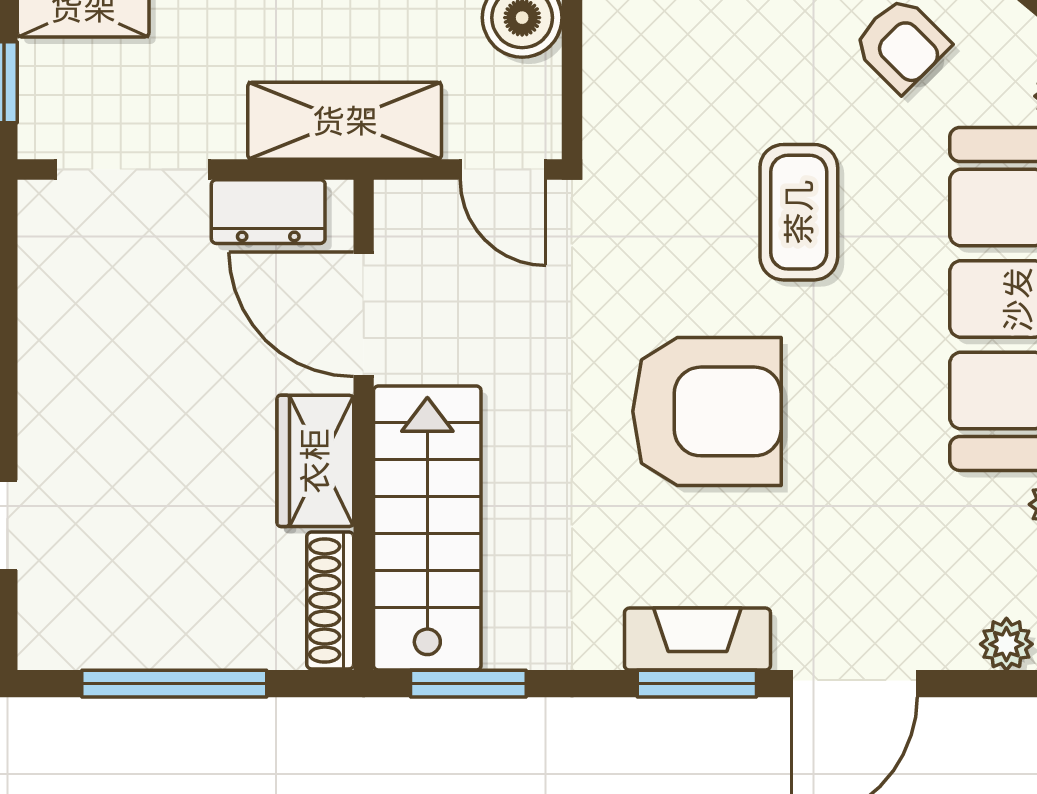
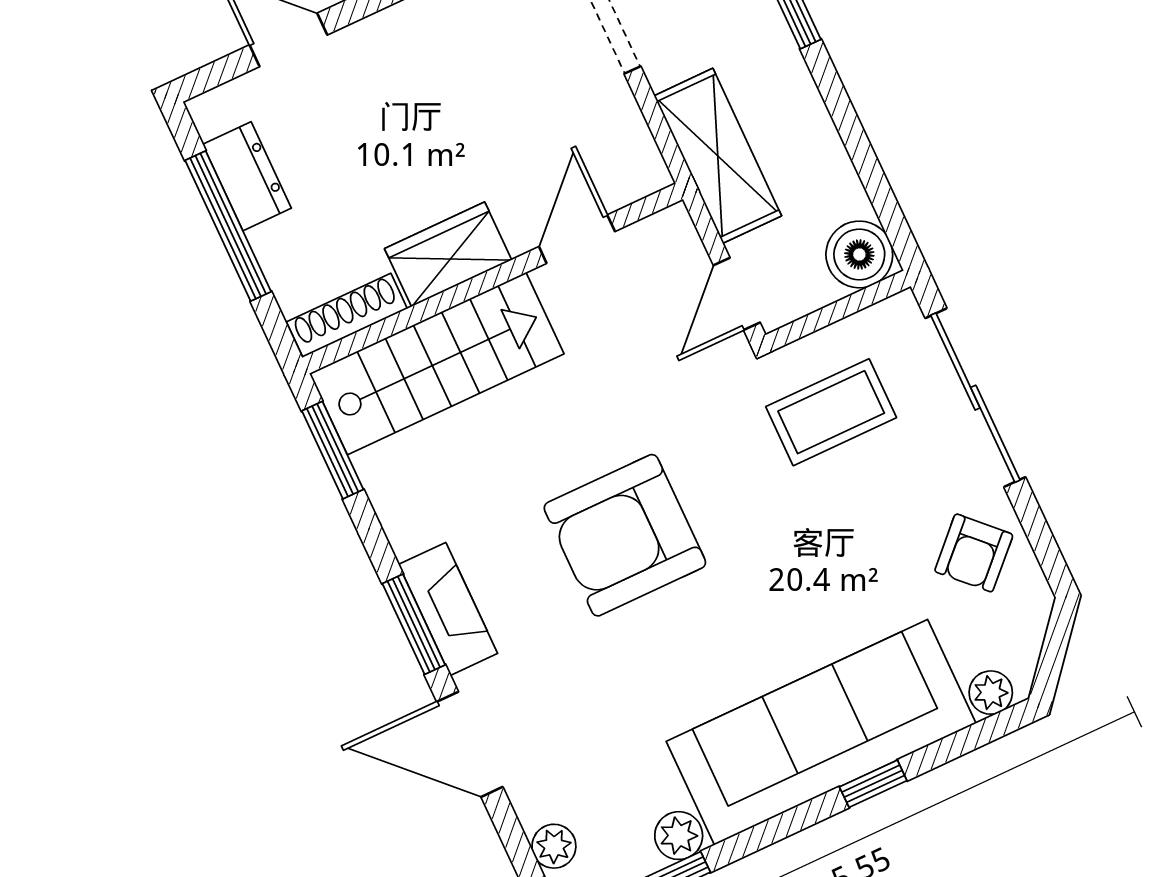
dresser: (268, 212) -> (247, 176), moved, turned 180
coffee table: (799, 212) -> (831, 412), moved
door: (364, 314) -> (577, 239), width x0.73
armchair: (707, 411) -> (625, 535), turned 90

